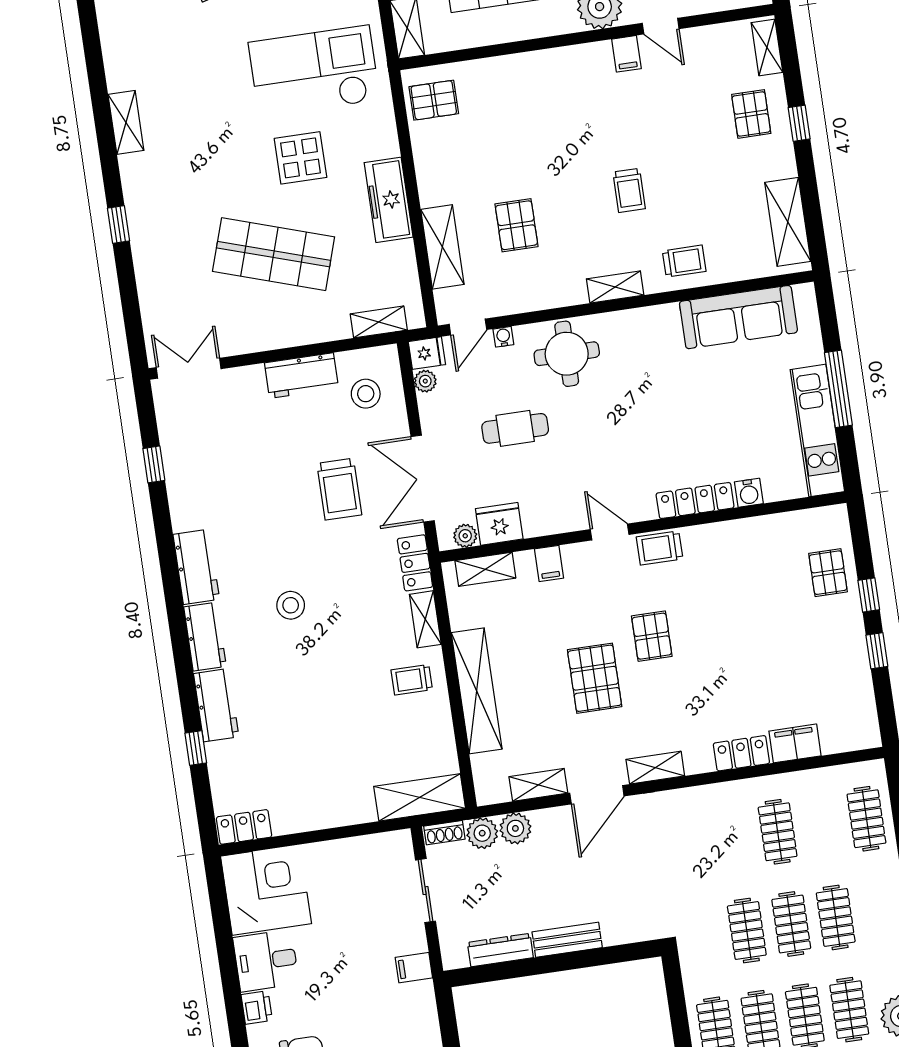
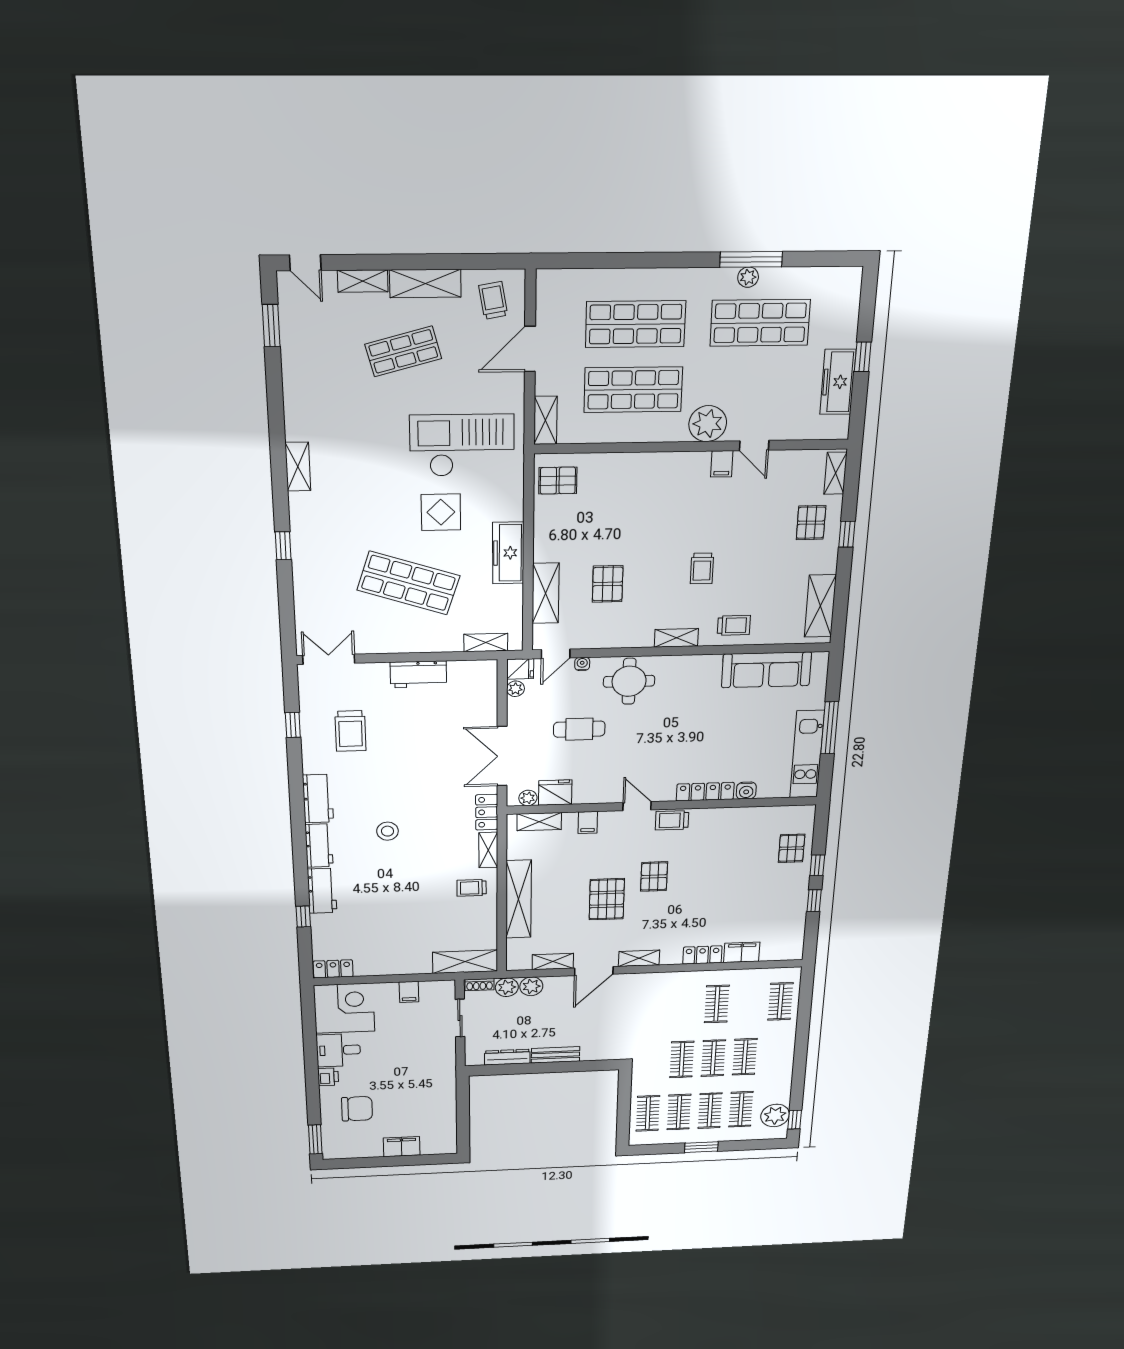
stool: (366, 394) -> (467, 693), removed
trolley: (339, 489) -> (350, 731), moved
filing cabinet: (414, 968) -> (409, 992), moved, turned -90

